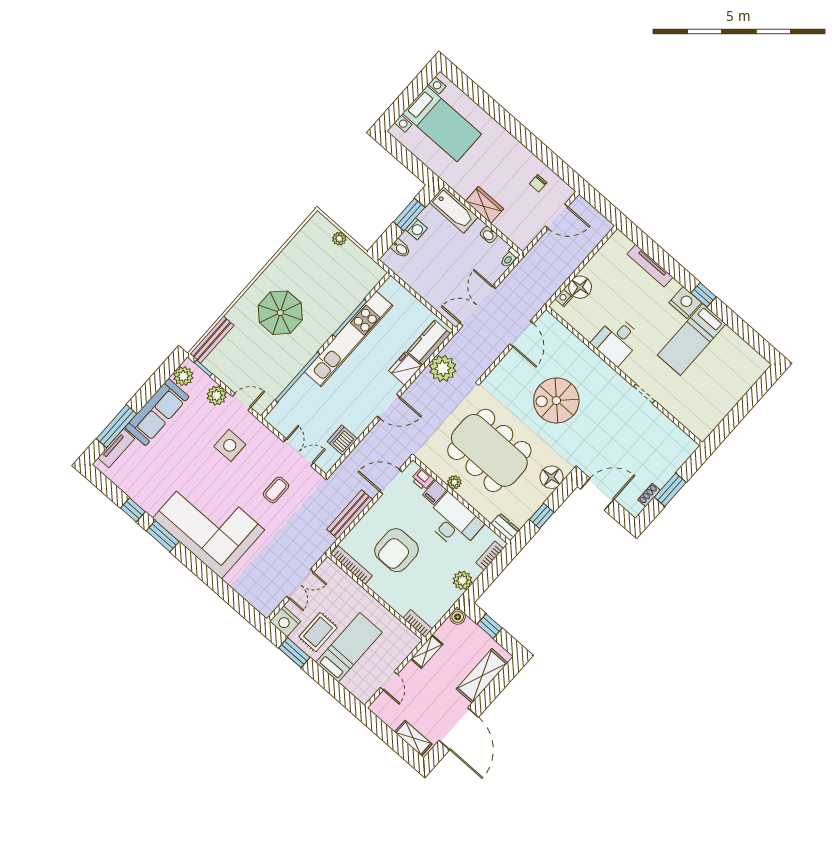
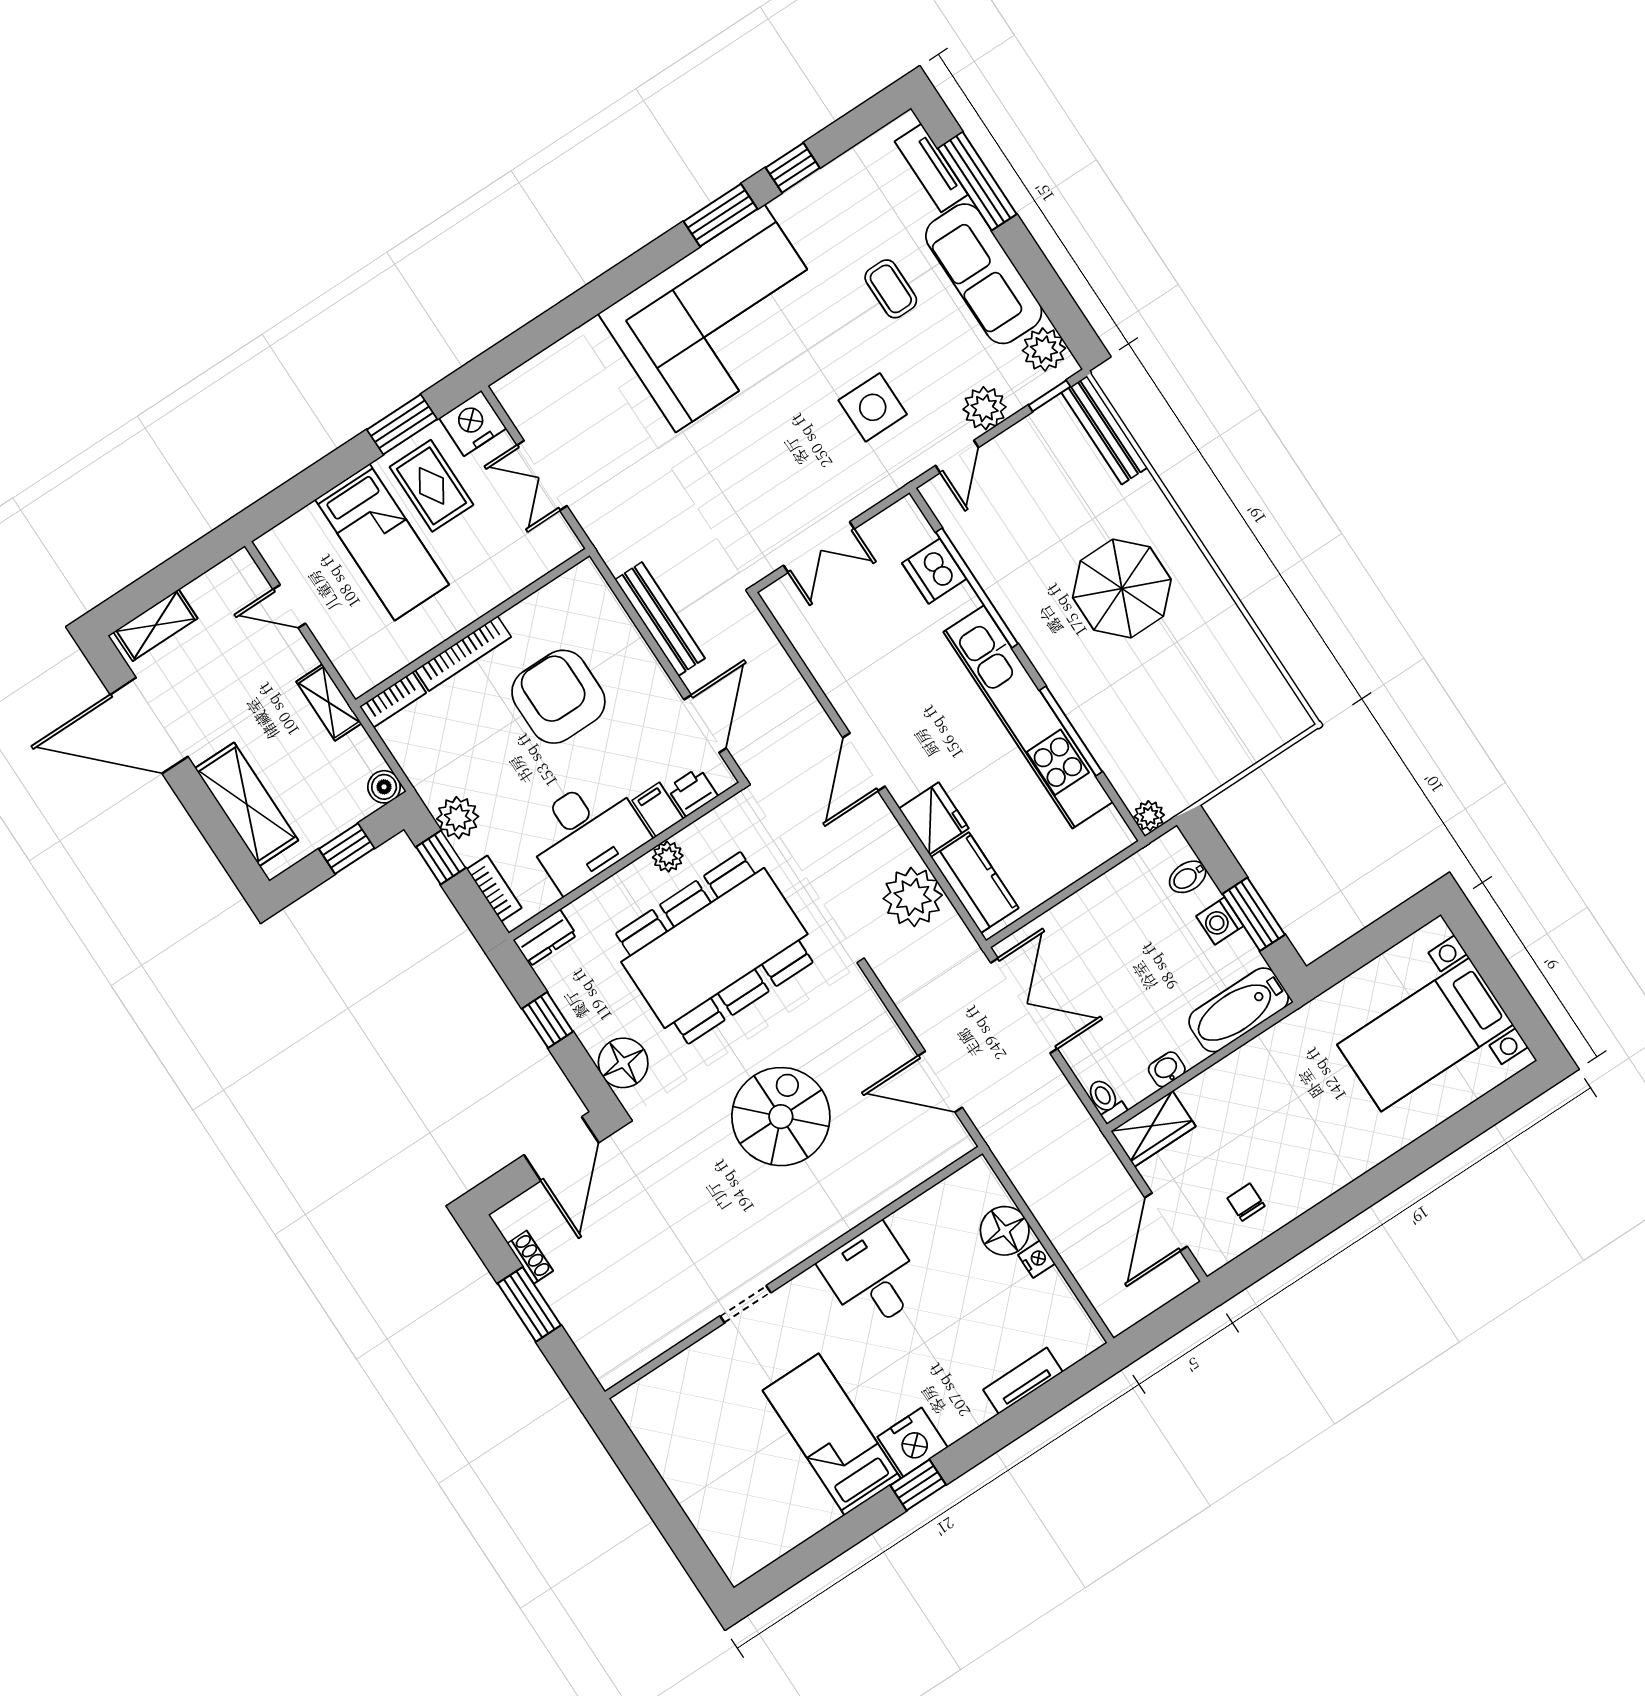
wardrobe: (485, 205) -> (1153, 1129), moved
plant: (339, 239) -> (1149, 816), moved
tv unit: (650, 266) -> (1023, 1381), width x0.71
nightstand: (564, 298) -> (1037, 1259), moved
dishwasher: (342, 440) -> (934, 571), moved, turned 180
coffee table: (276, 490) -> (891, 289), moved
bookcase: (352, 565) -> (463, 653), moved
window: (482, 583) -> (441, 857), added

